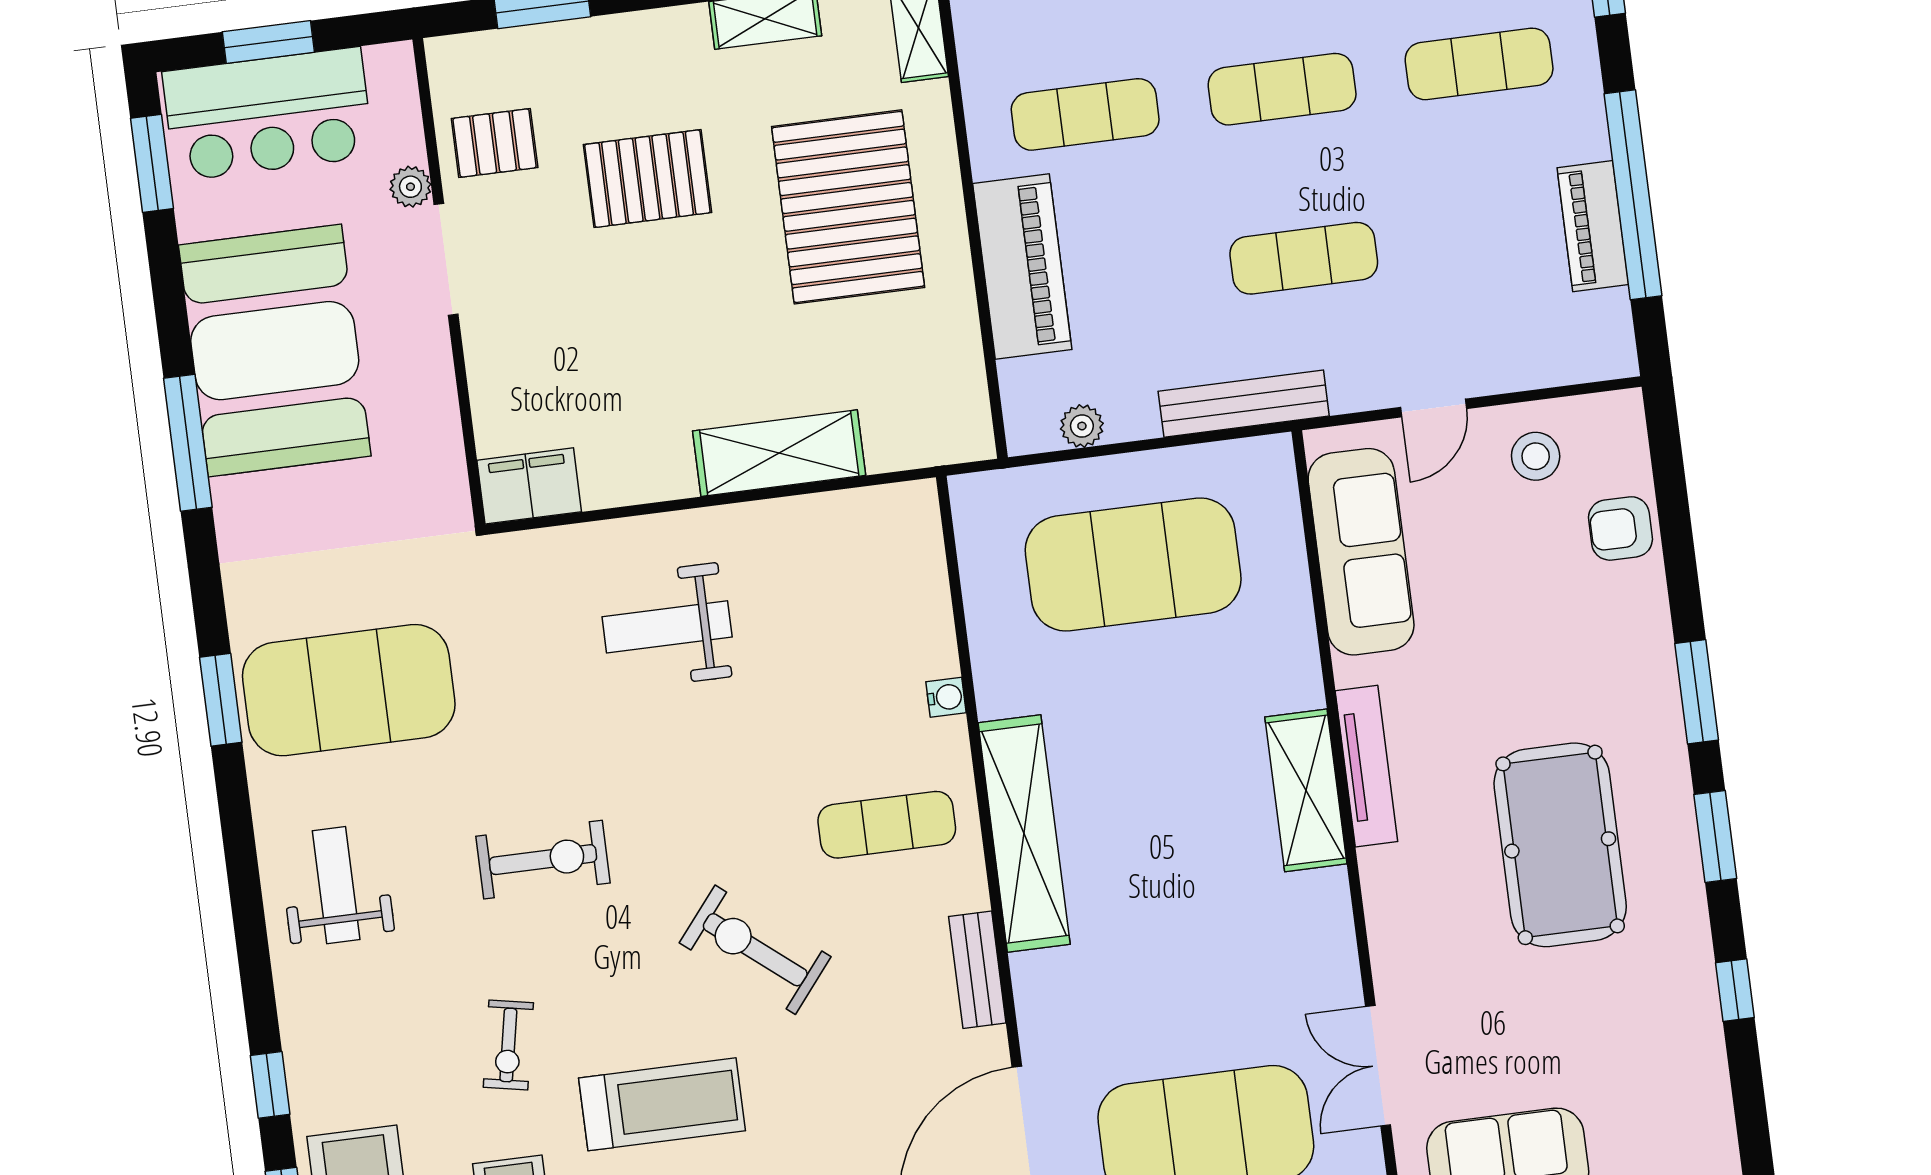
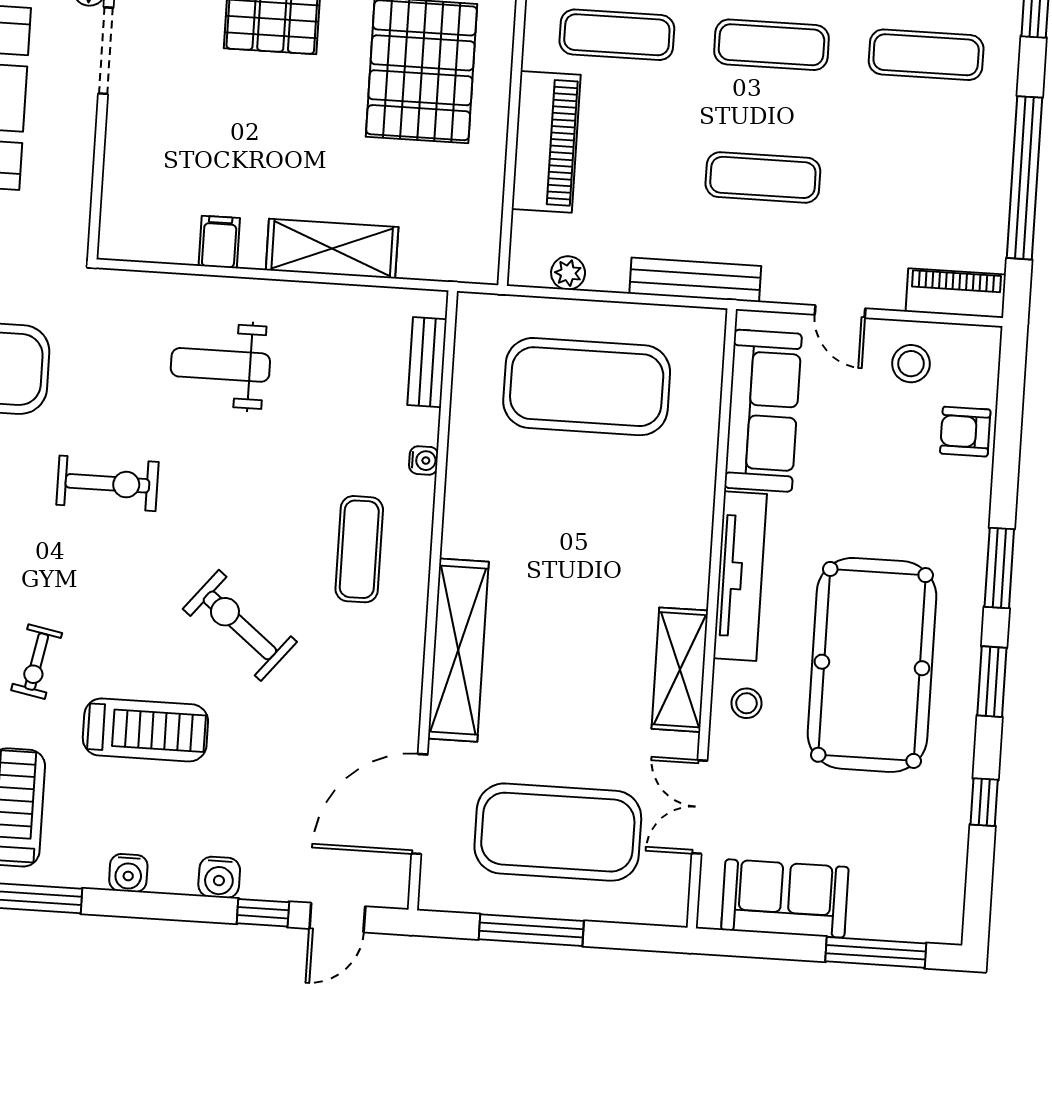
piano: (1593, 226) -> (956, 293), moved, turned 90
door: (1434, 408) -> (840, 312), hinge flipped
filing cabinet: (529, 486) -> (219, 242), moved, width x0.50
tv unit: (1366, 766) -> (740, 576), width x1.36, depth x1.29
shelving: (1306, 790) -> (680, 670), moved
exercise mat: (887, 825) -> (359, 549), turned 90
shelving: (1024, 833) -> (458, 650), moved
pool table: (1560, 845) -> (872, 665), width x1.36, depth x1.32
exercise bike: (543, 860) -> (107, 483), moved
stool: (1412, 924) -> (747, 703), added
bench: (977, 970) -> (427, 362), moved

